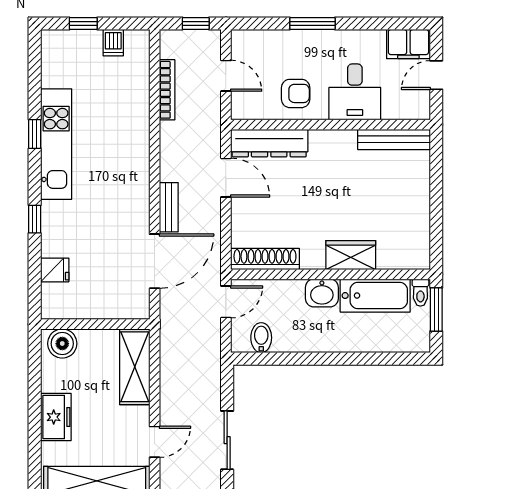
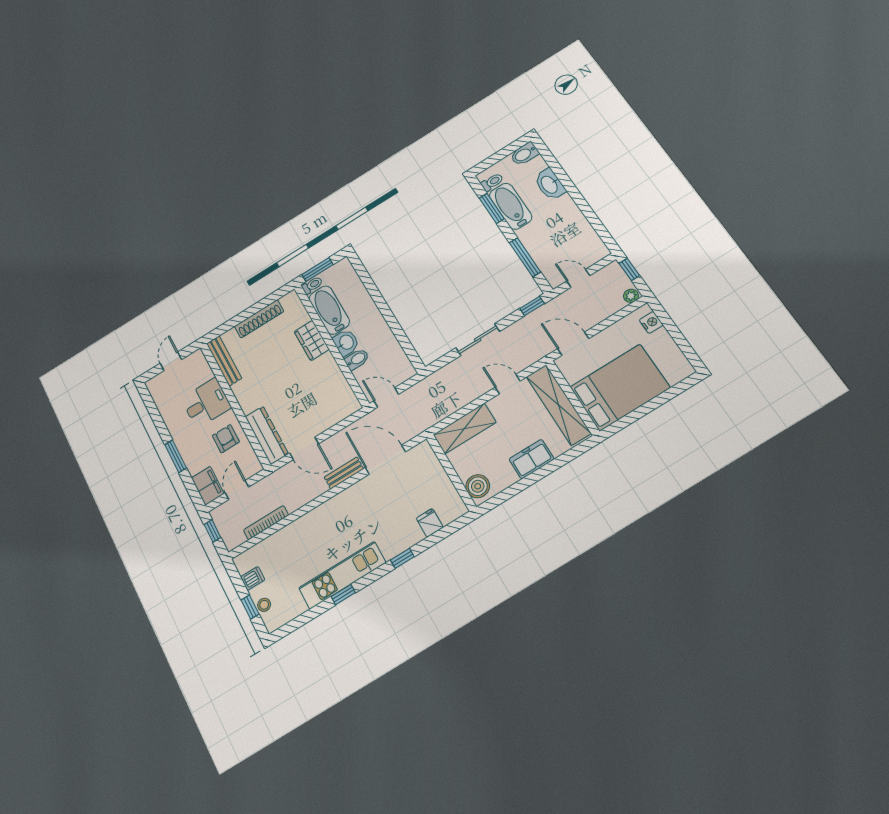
stool: (76, 41) -> (264, 605), added
filing cabinet: (408, 44) -> (208, 486), moved
door: (436, 75) -> (171, 361), swing flipped
door: (226, 178) -> (304, 448), swing flipped
shoe rack: (265, 259) -> (259, 319), moved, turned -90
bidet: (261, 338) -> (357, 359), moved, turned 180

